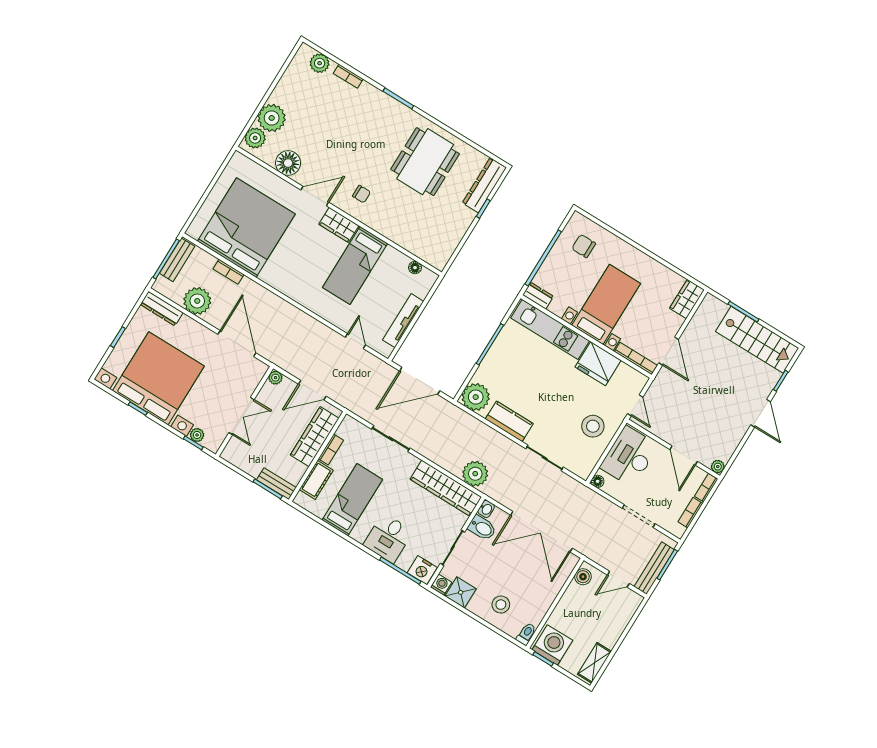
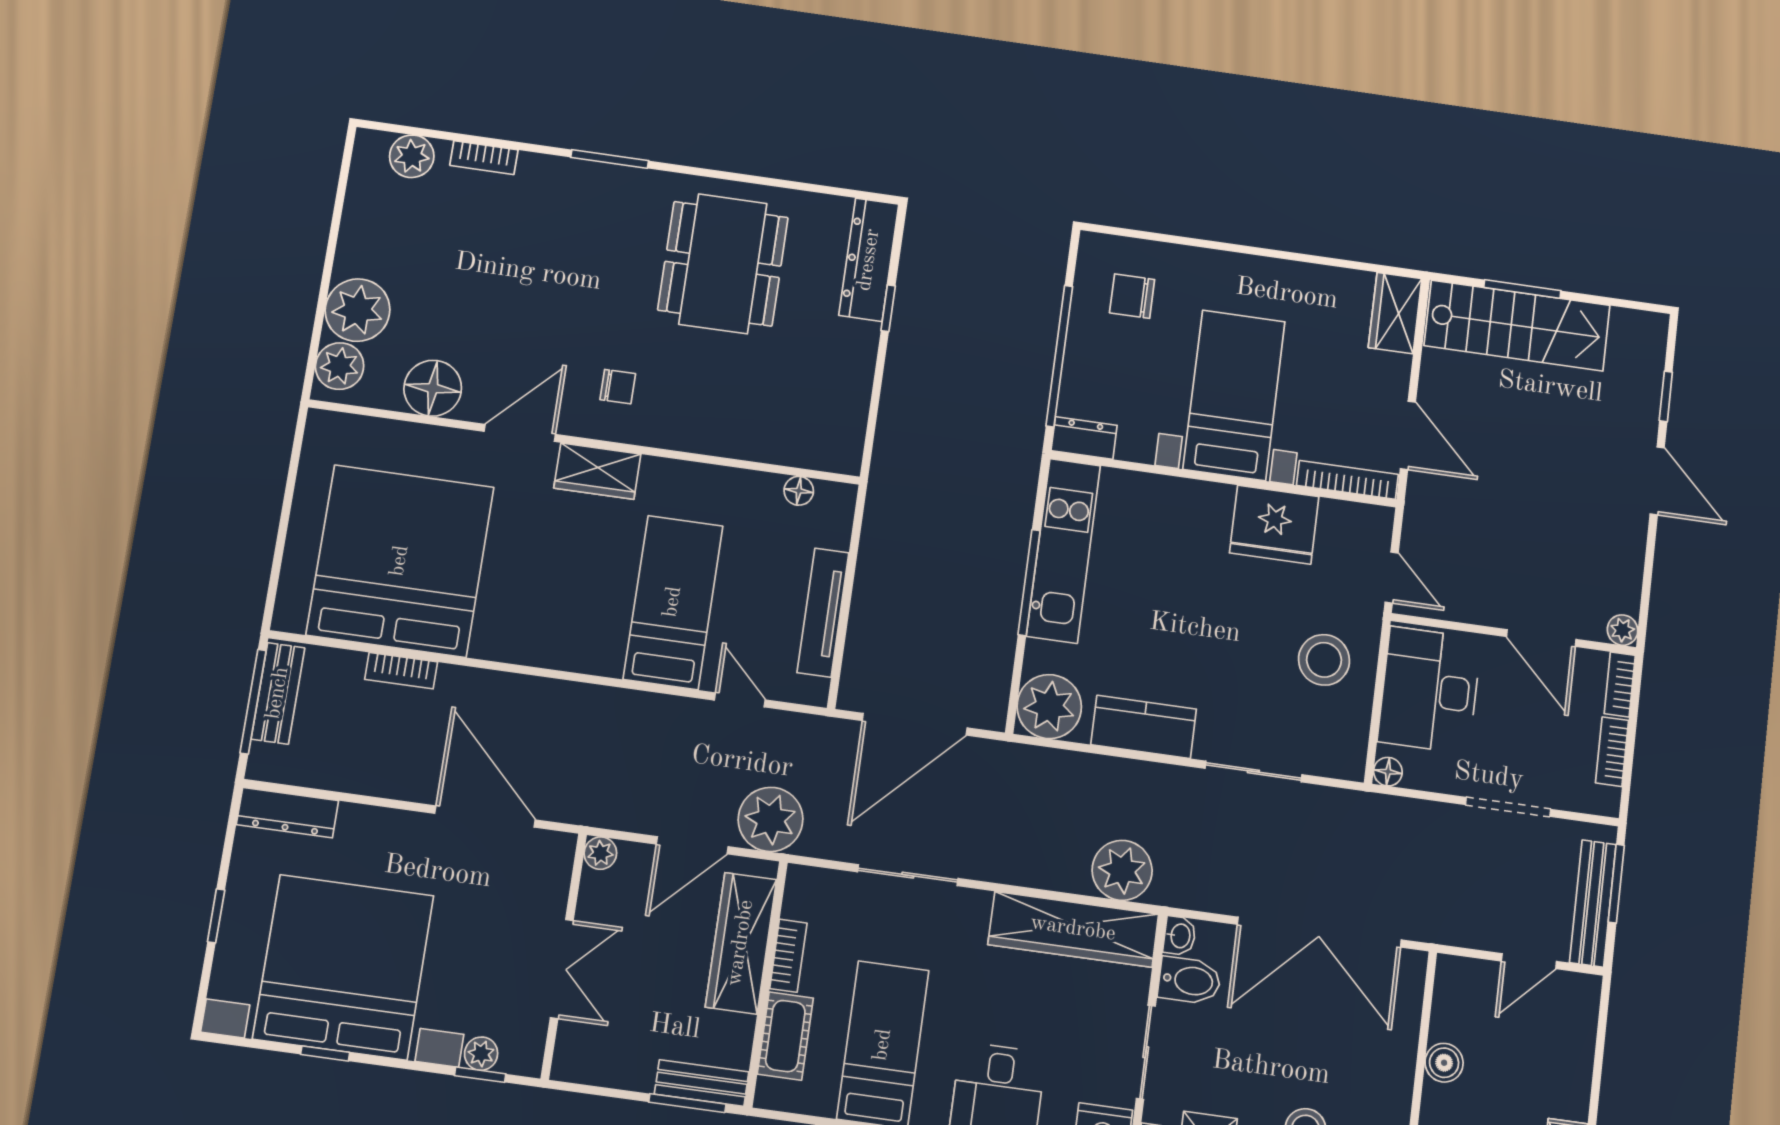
bed: (355, 265) -> (673, 602), moved, turned 180
plant: (197, 301) -> (770, 819), moved
kitchen unit: (550, 329) -> (1063, 551), moved, turned -90
stairs: (757, 340) -> (1517, 326), moved
boiler: (583, 577) -> (1444, 1063), moved

